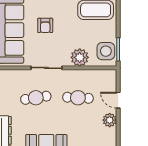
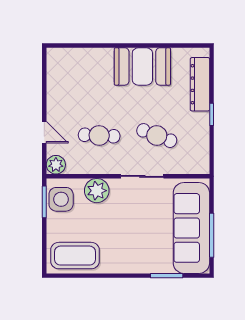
armchair: (45, 25) -> (144, 234), removed
cafe table: (36, 98) -> (157, 136), turned 30
plant: (110, 120) -> (56, 165), moved

